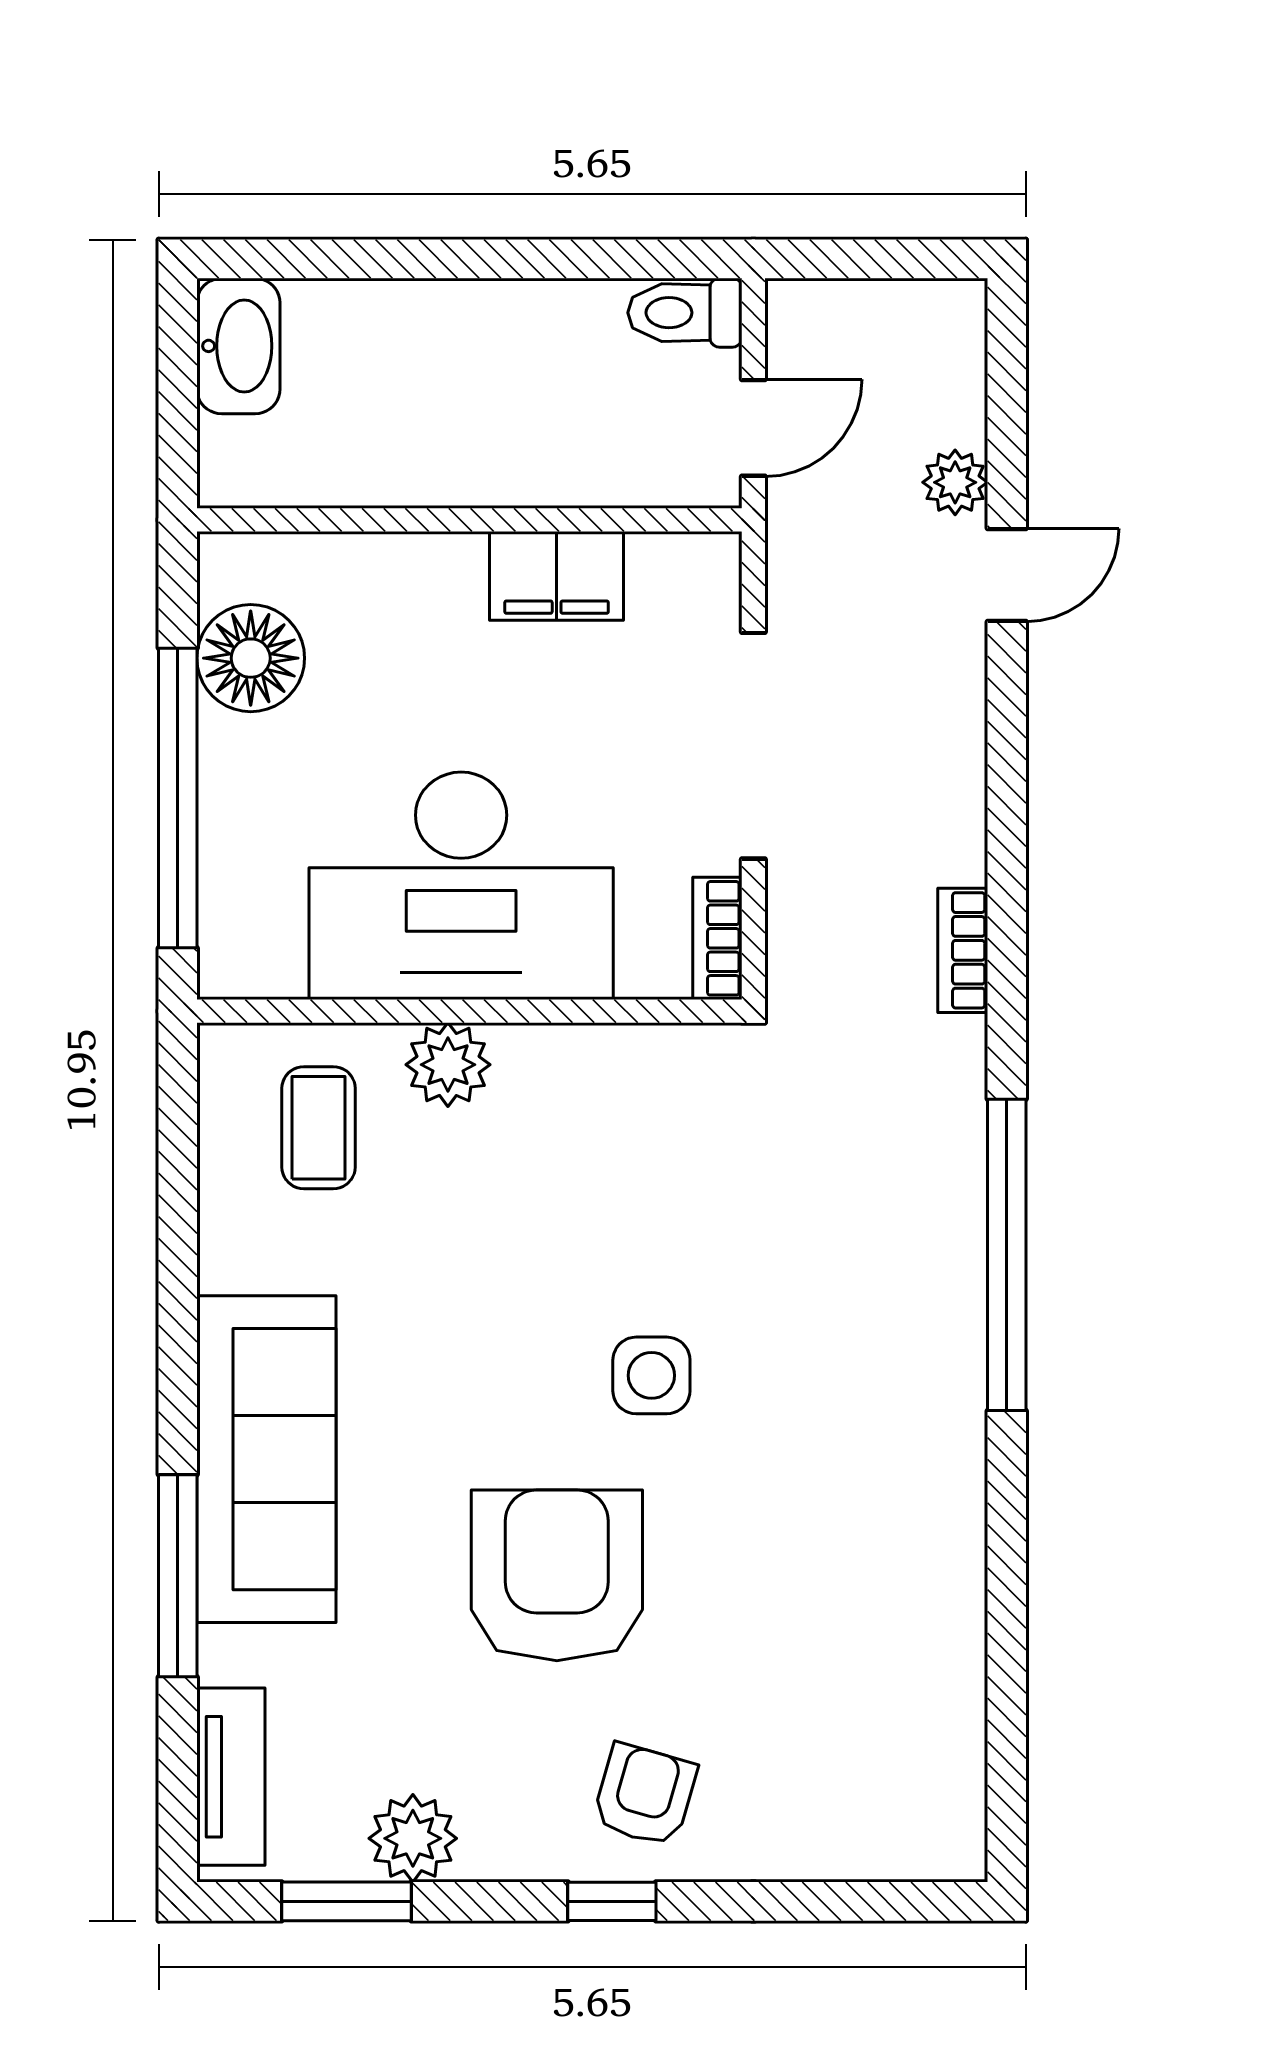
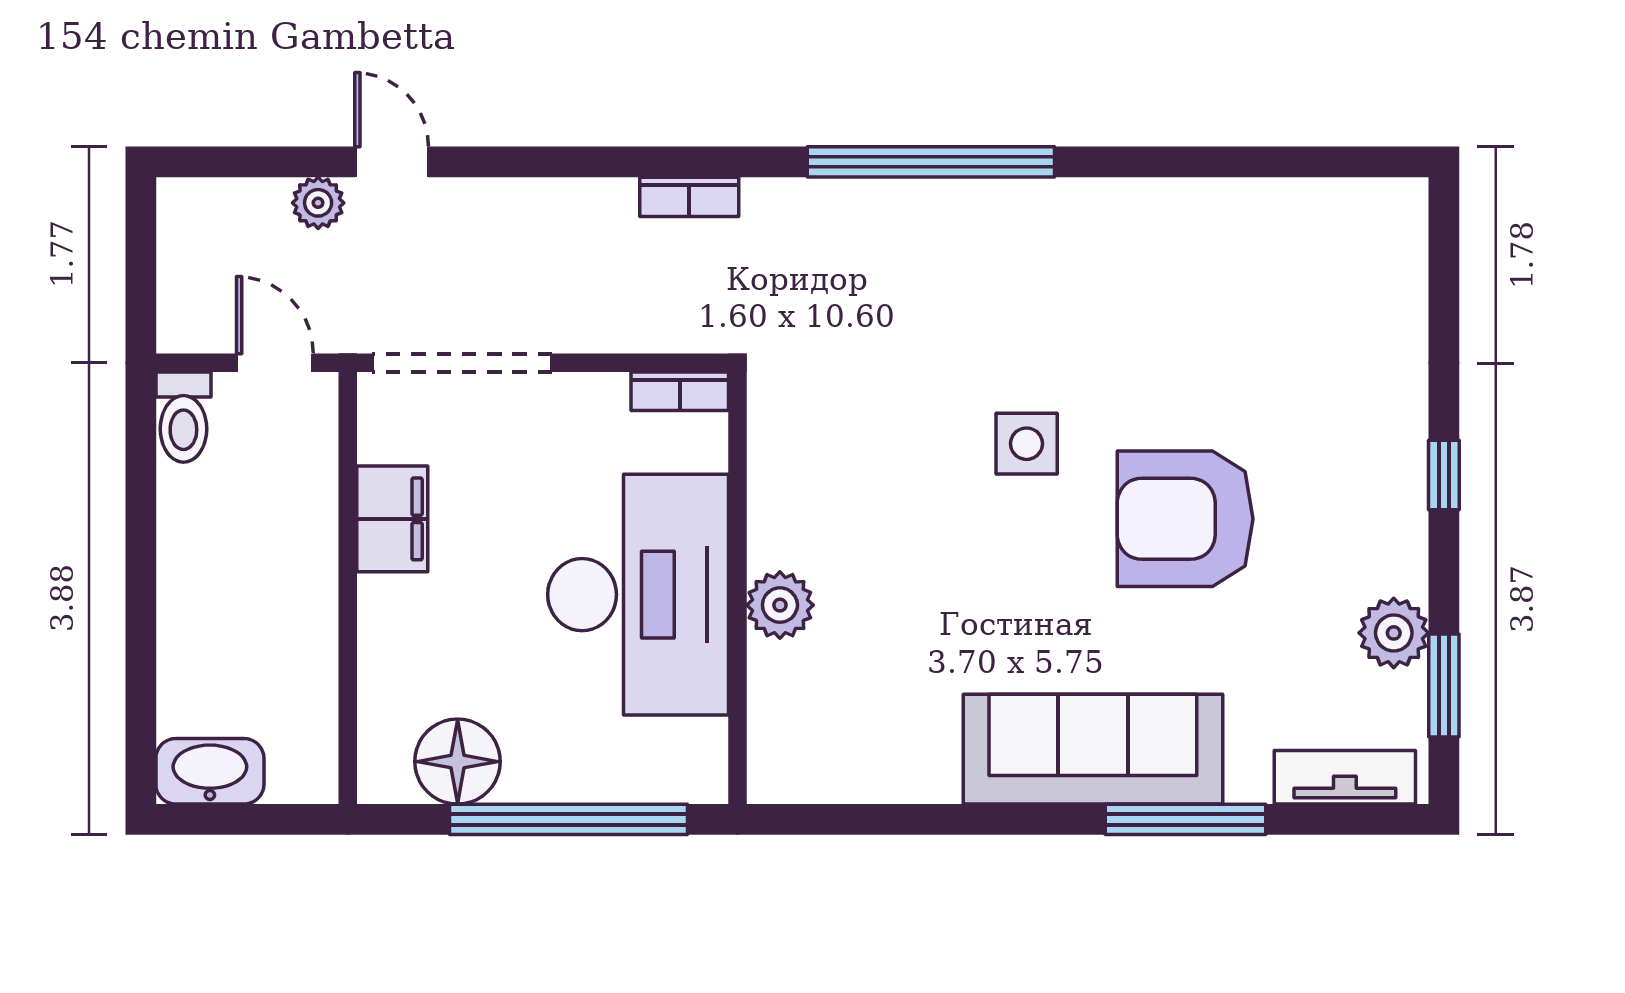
doorway: (753, 746) -> (462, 363), moved
coffee table: (319, 1128) -> (830, 708), removed
armchair: (645, 1795) -> (1359, 449), removed

